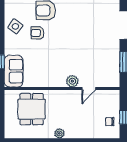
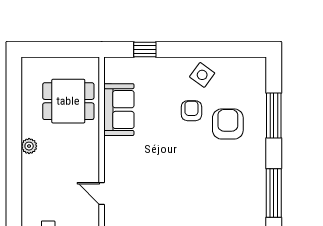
sofa: (14, 71) -> (119, 110), moved, turned -90
plant: (72, 81) -> (113, 167), removed

